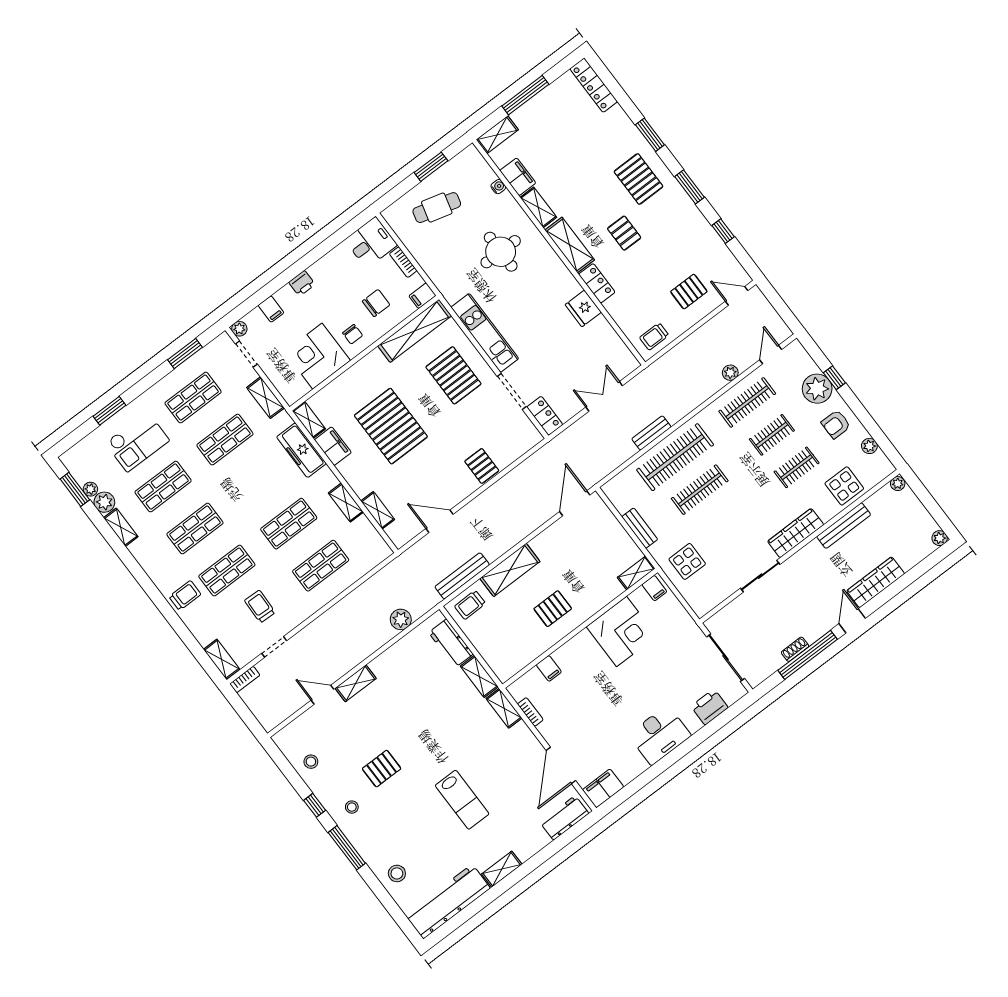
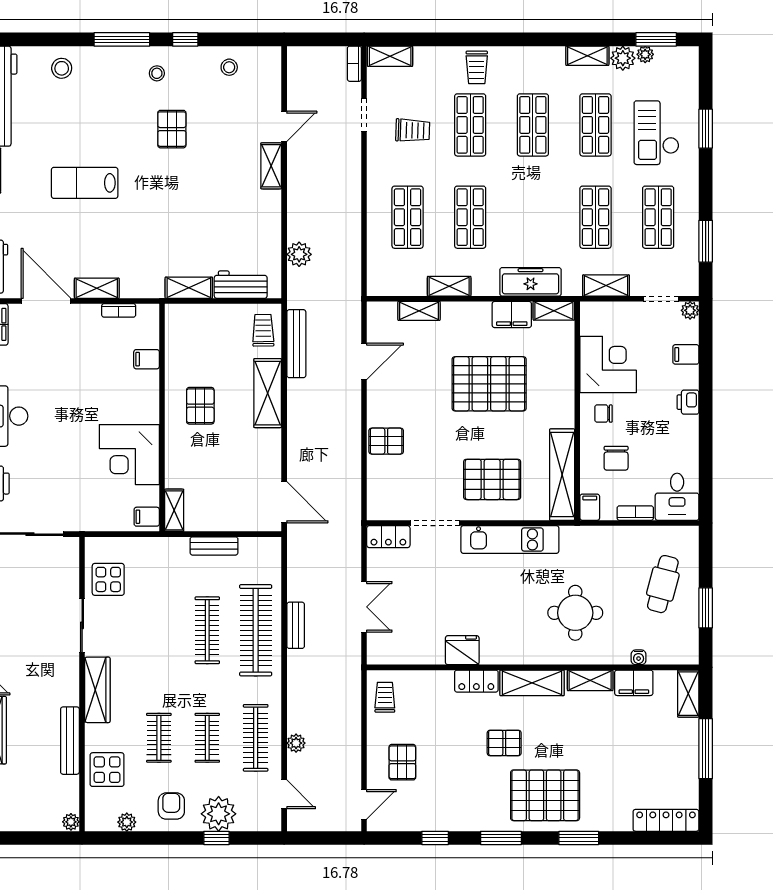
pallet: (639, 179) -> (545, 795), width x1.37, depth x1.41
display table: (687, 561) -> (108, 579), moved
shelving: (504, 708) -> (97, 288), moved

